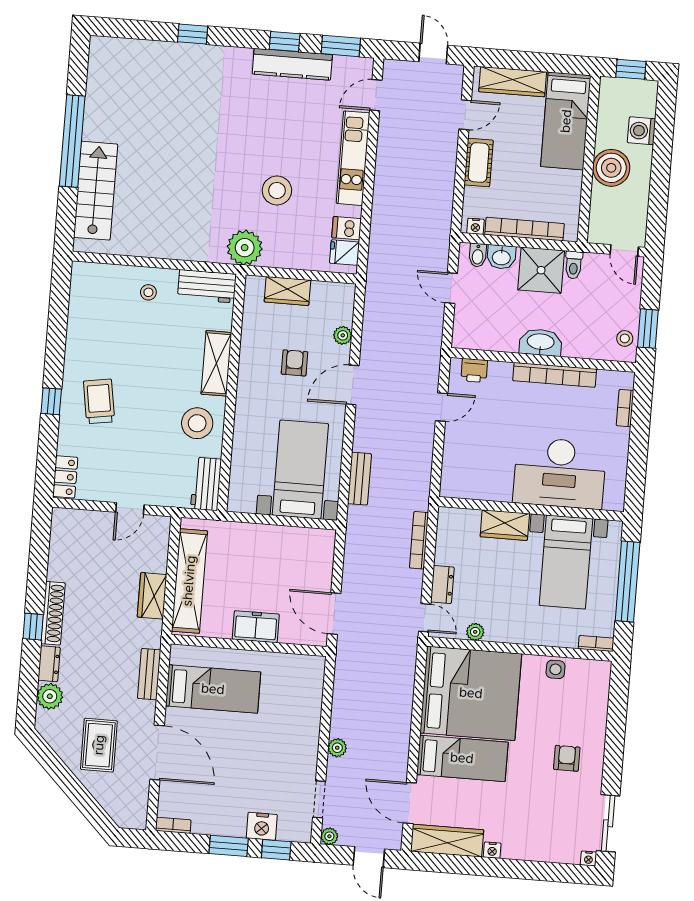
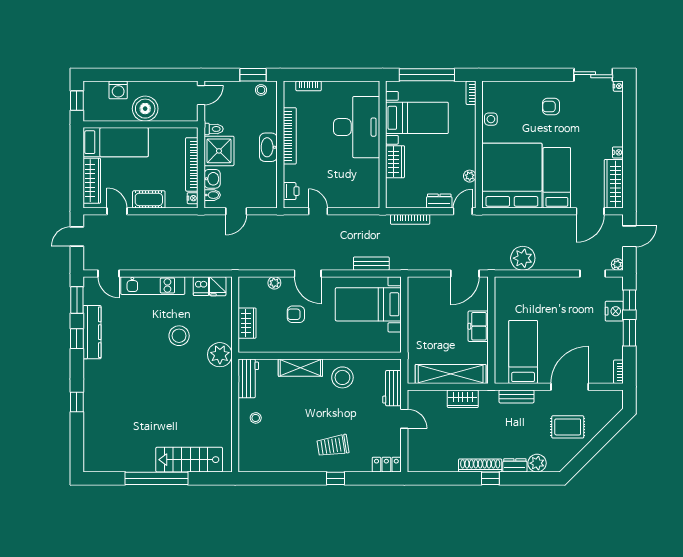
workbench: (206, 484) -> (392, 388), moved, turned 90
plant: (337, 748) -> (523, 258), moved, width x1.87, depth x1.87

